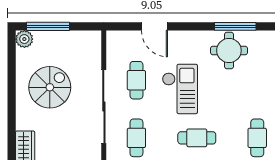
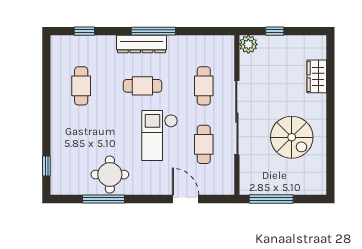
window: (48, 26) -> (271, 199), moved
plant: (24, 39) -> (318, 186), removed
spiral stairs: (50, 87) -> (292, 137), turned -90

